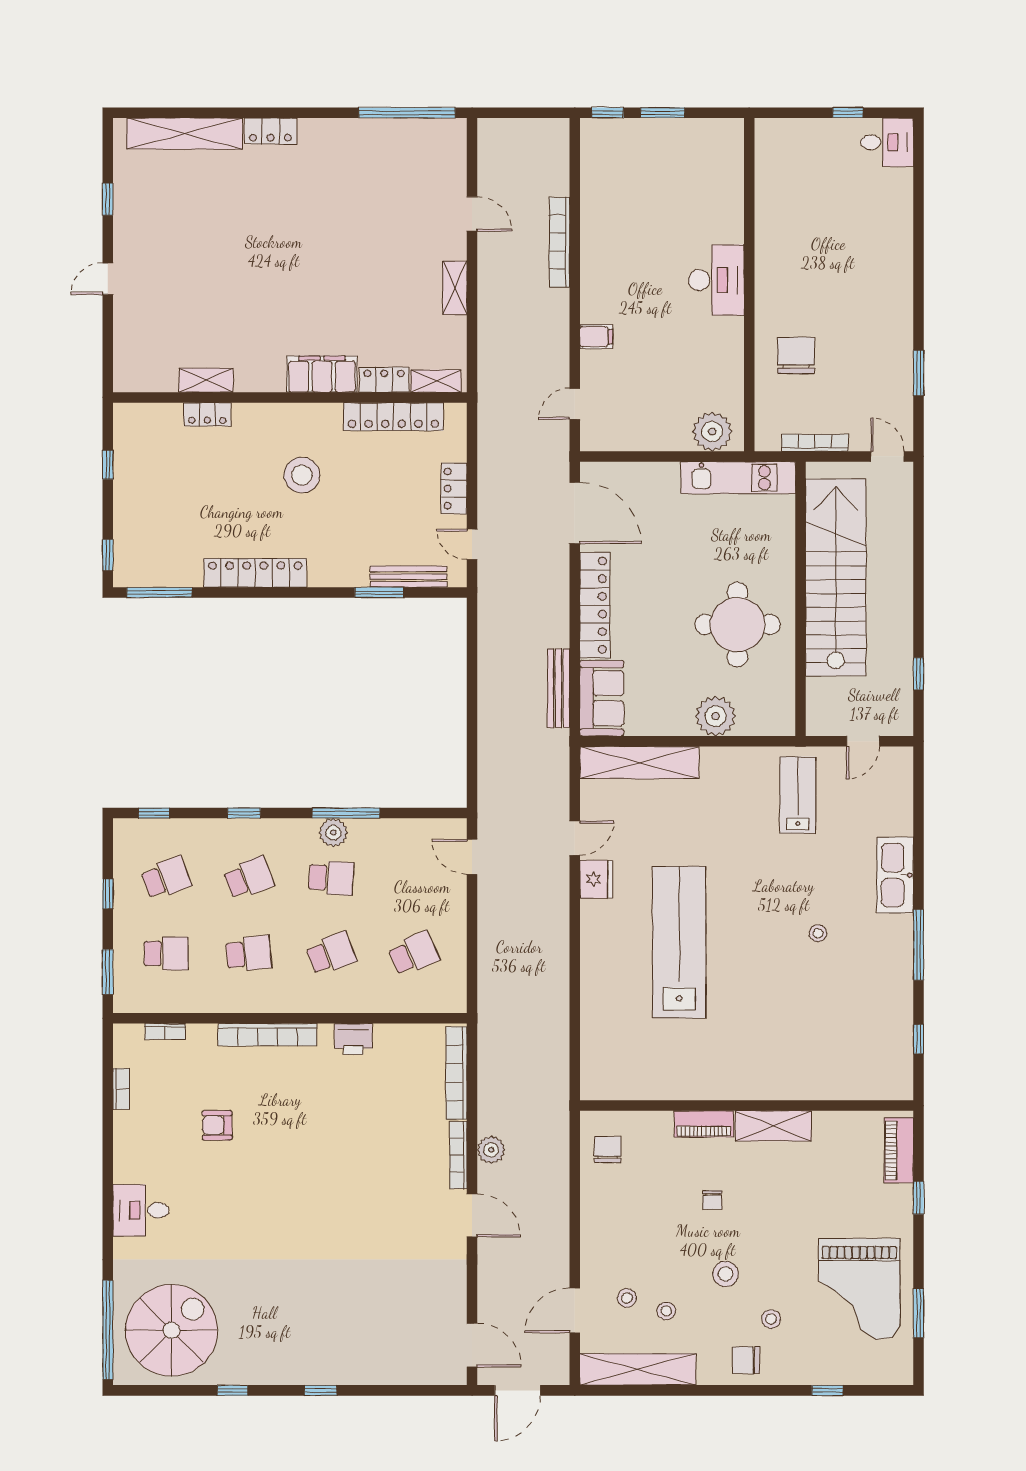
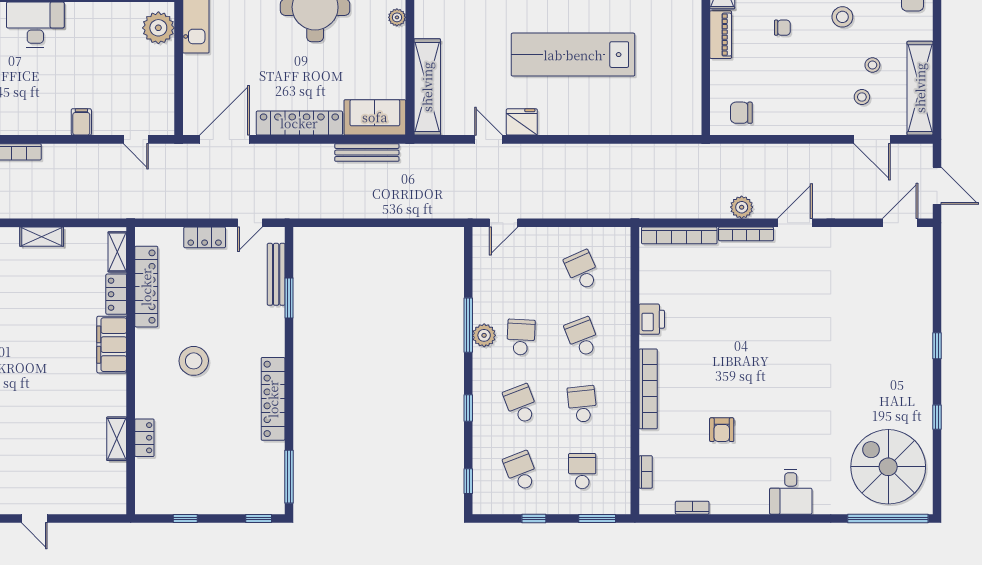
plant: (716, 716) -> (397, 17), width x0.53, depth x0.53

